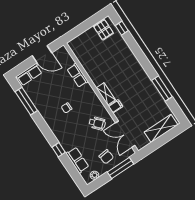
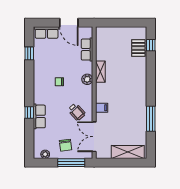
pallet: (104, 30) -> (138, 48), moved
row of seats: (78, 75) -> (87, 50), moved
plant: (88, 91) -> (87, 79), added
shelving: (106, 94) -> (100, 72), moved
window: (26, 101) -> (29, 53), width x0.46
row of seats: (77, 160) -> (39, 116), moved

